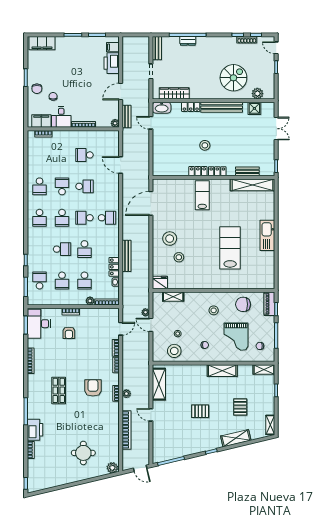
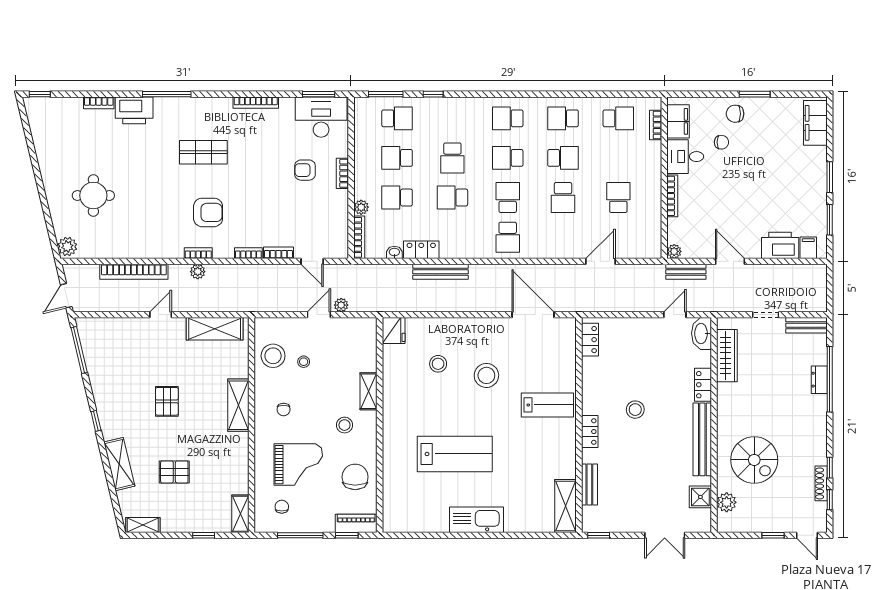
door: (276, 48) -> (807, 535), swing flipped
school desk: (40, 155) -> (618, 118), added
locker: (198, 171) -> (590, 340), moved
shelving: (253, 185) -> (566, 506), width x0.68
stool: (170, 239) -> (486, 375), moved
shelving: (173, 297) -> (369, 391), moved
grand piano: (236, 337) -> (298, 465), turned 180
shelving: (222, 371) -> (238, 405), moved

